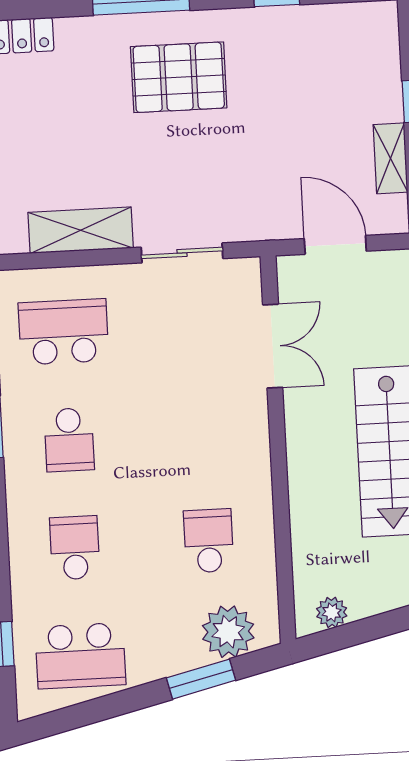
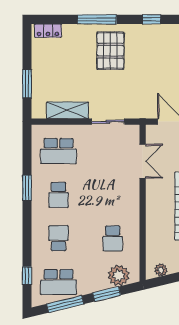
pallet: (179, 77) -> (110, 51), turned 90
school desk: (63, 332) -> (59, 151), turned 180
school desk: (209, 541) -> (113, 238), turned 180
window: (100, 709) -> (65, 304), added

